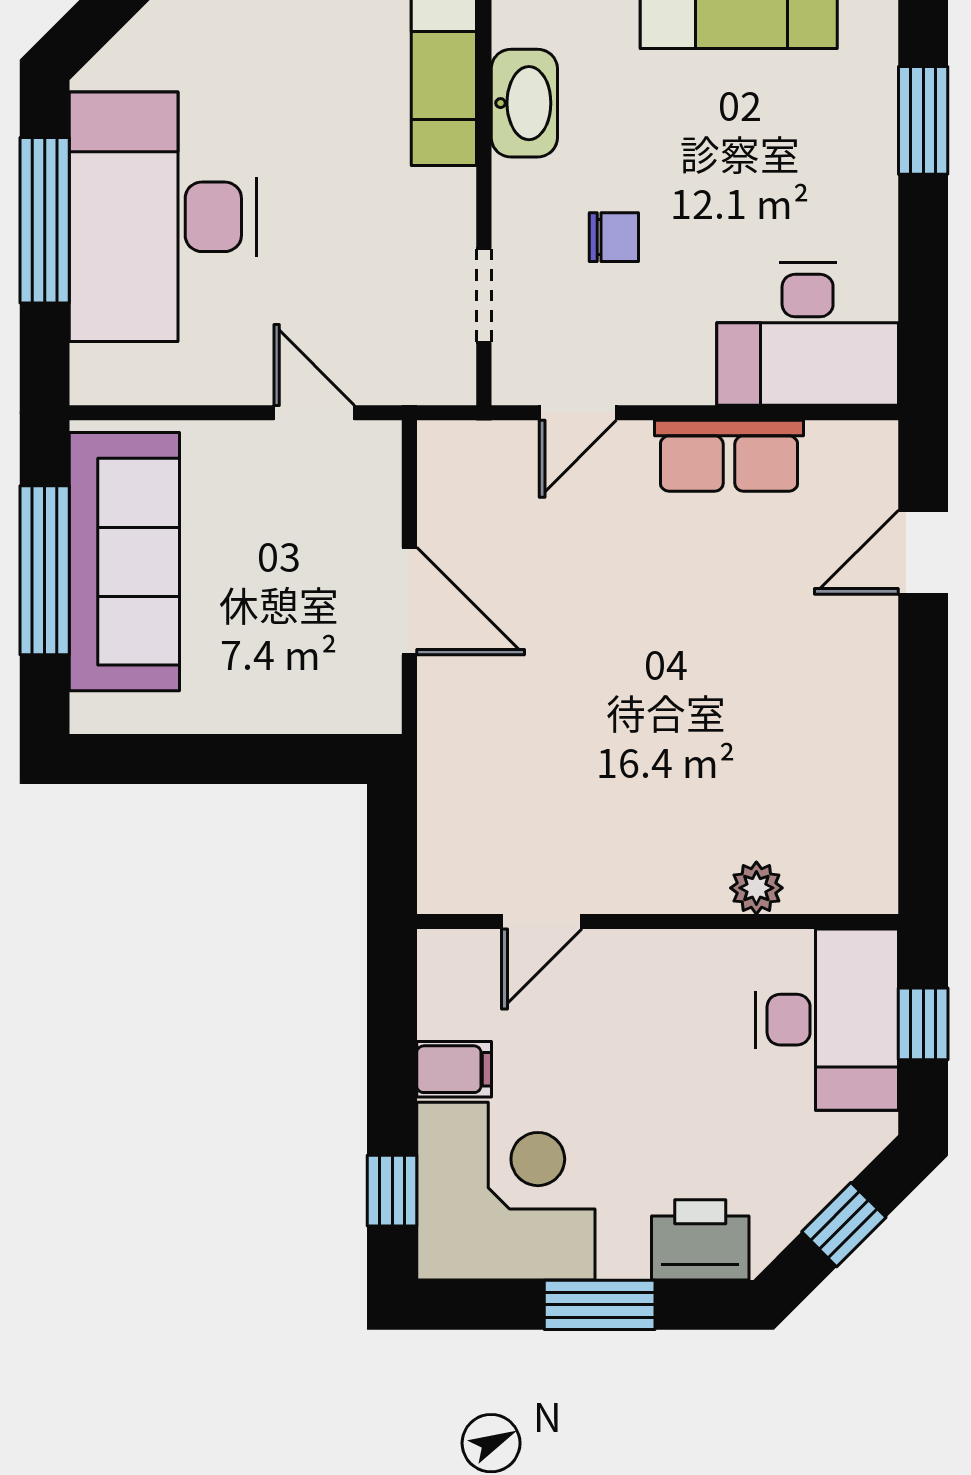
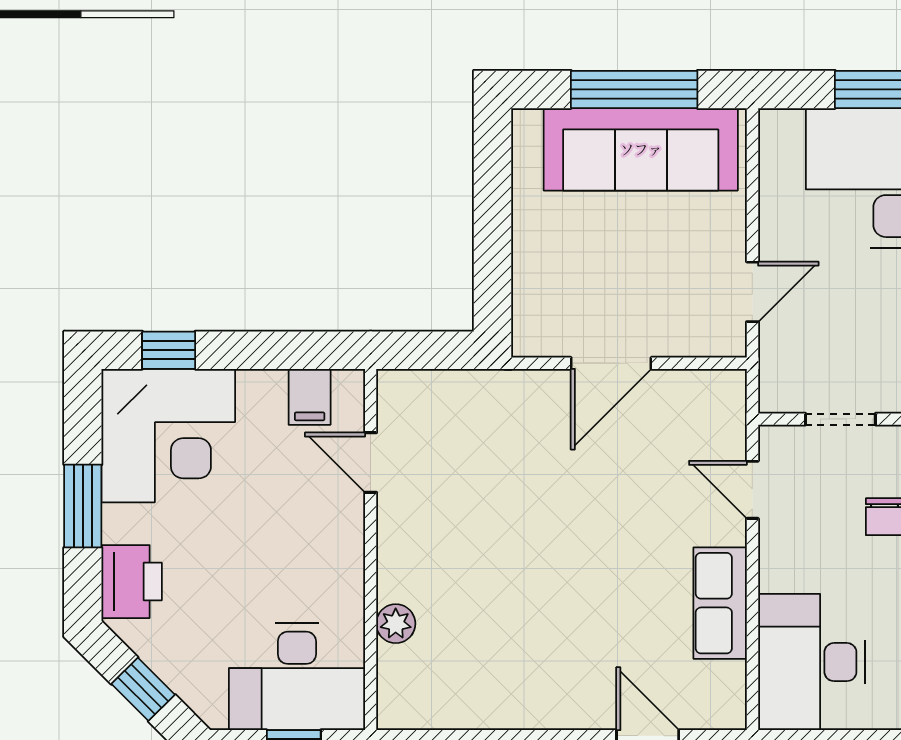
filing cabinet: (454, 1069) -> (310, 397), moved

